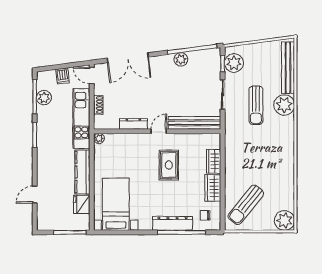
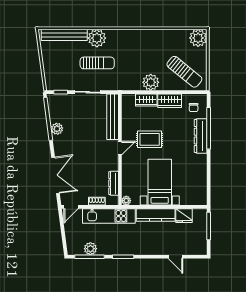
plant: (234, 63) -> (151, 82), moved
dishwasher: (62, 76) -> (71, 232), removed
dresser: (133, 124) -> (114, 183), moved
door: (159, 131) -> (120, 148), swing flipped
bed with nightstands: (116, 204) -> (160, 182), moved, turned 90

